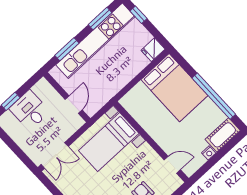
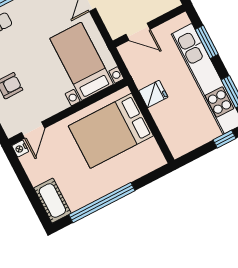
fridge: (153, 50) -> (153, 94), moved, turned 90
bed: (174, 88) -> (111, 131), moved
nightstand: (209, 153) -> (20, 149), moved

